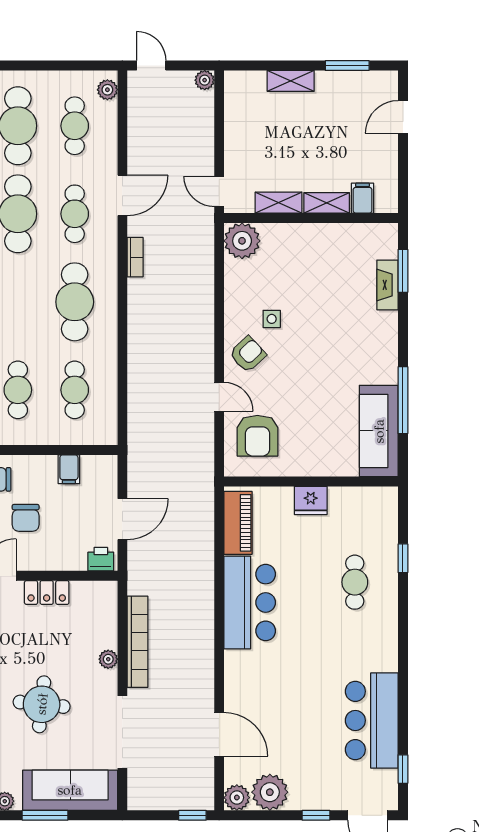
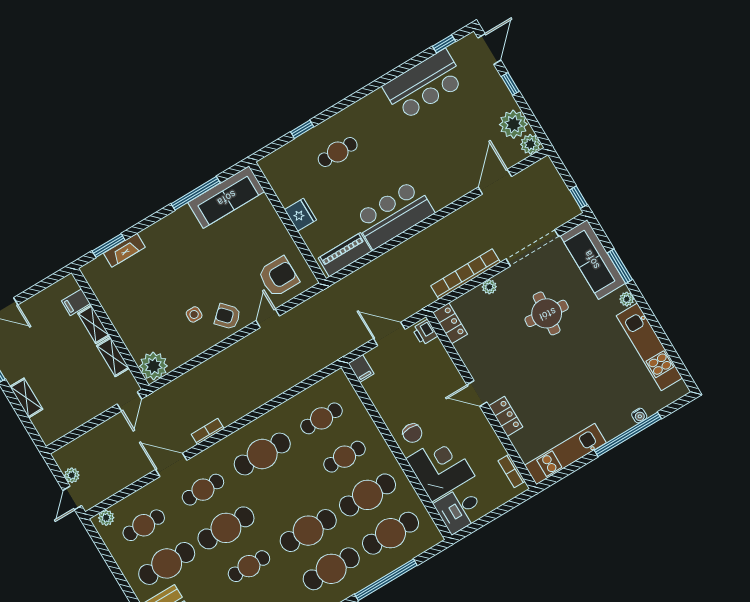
plant: (205, 80) -> (72, 475), moved
filing cabinet: (69, 469) -> (361, 369), moved, turned 90
chair: (26, 518) -> (428, 400), removed
locker: (47, 593) -> (450, 323), moved
window: (192, 815) -> (578, 197), moved

